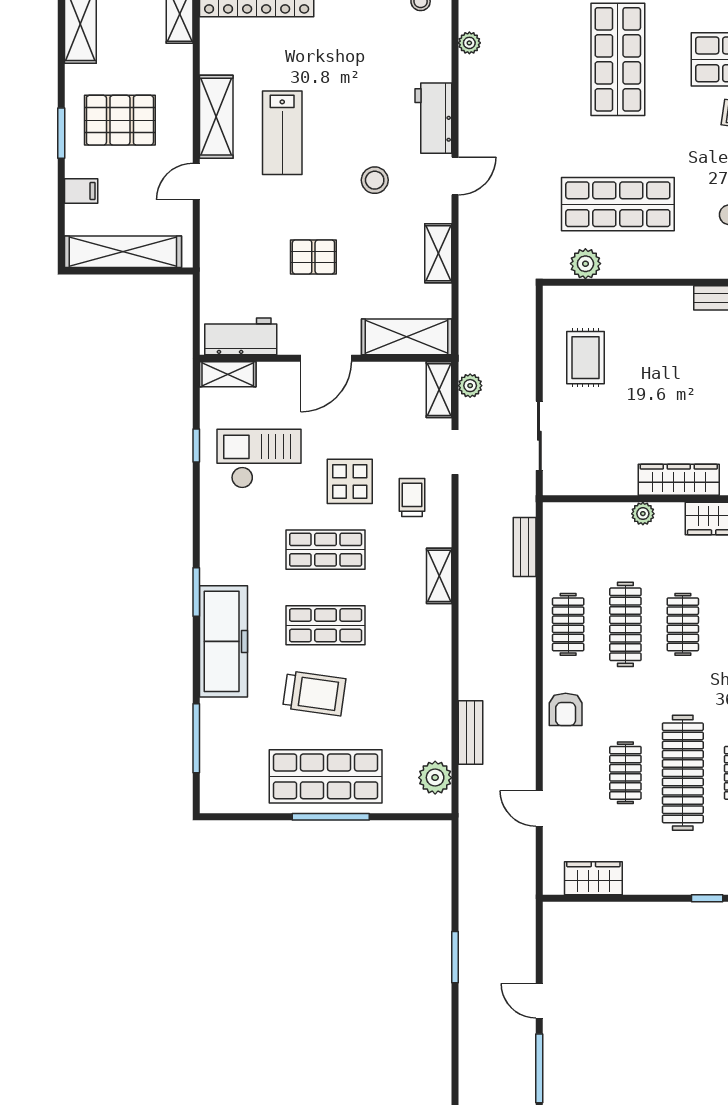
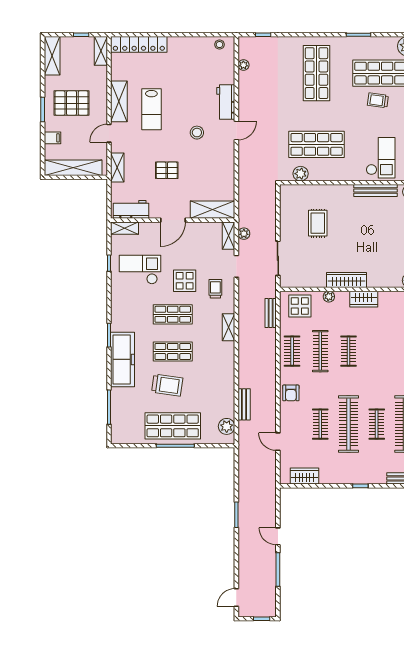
shelving: (438, 253) -> (117, 167), moved
rug: (586, 358) -> (318, 223), moved
display table: (584, 533) -> (300, 306), added

